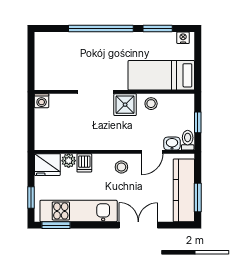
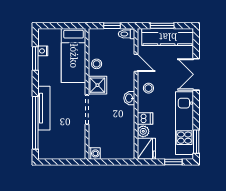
window: (101, 29) -> (35, 123), moved
nightstand: (183, 38) -> (43, 51), moved
tv unit: (97, 39) -> (44, 108), added
washbasin: (172, 144) -> (129, 98), moved
window: (198, 197) -> (162, 26), moved

